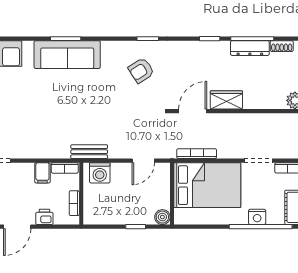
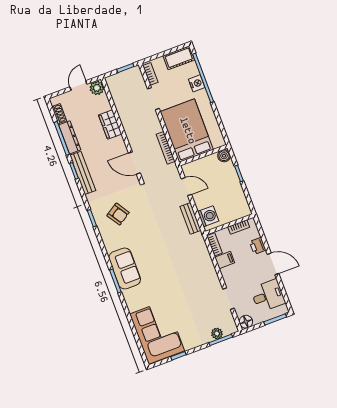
bench: (204, 48) -> (83, 173), added
sofa: (67, 55) -> (125, 268), width x0.73
wardrobe: (226, 100) -> (110, 124), moved
bench: (89, 152) -> (191, 218), moved

